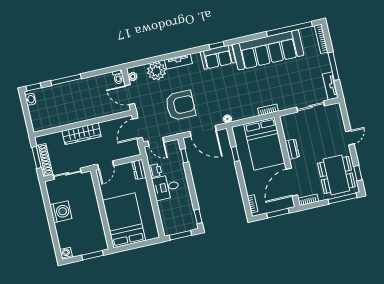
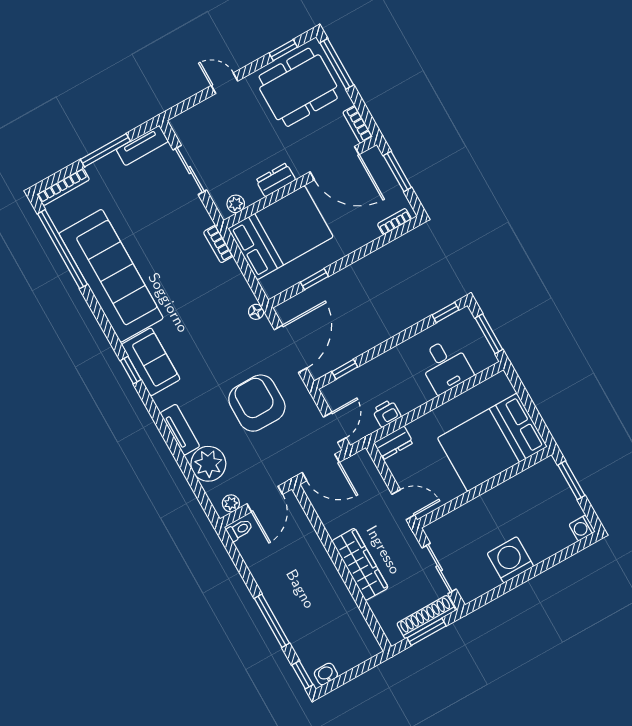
plant: (286, 125) -> (236, 204), added
desk: (166, 187) -> (445, 366), moved

